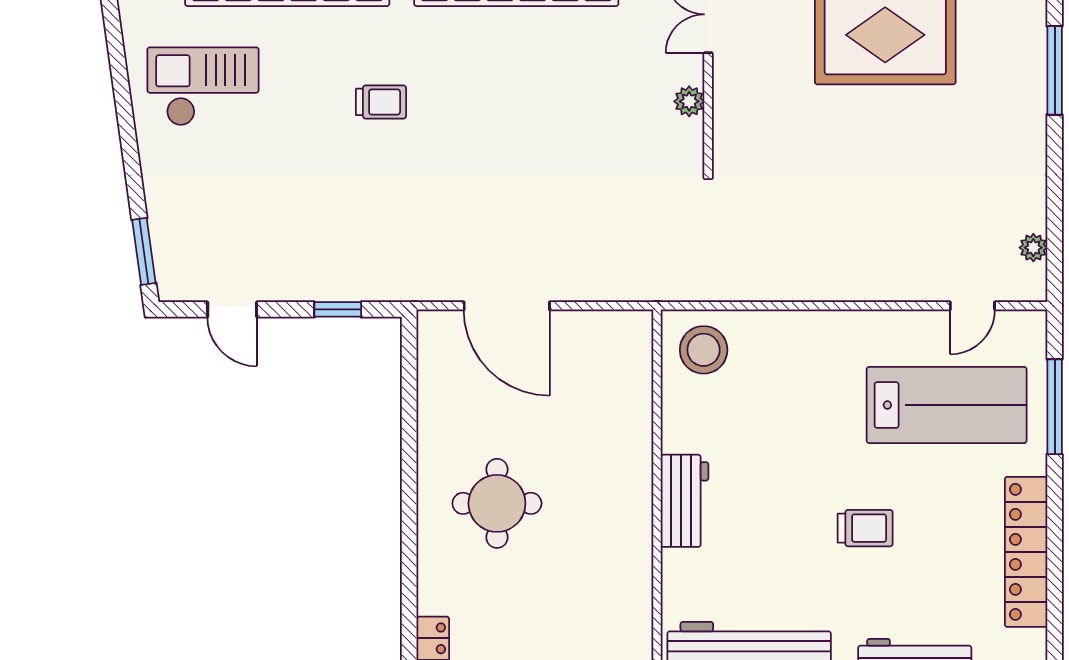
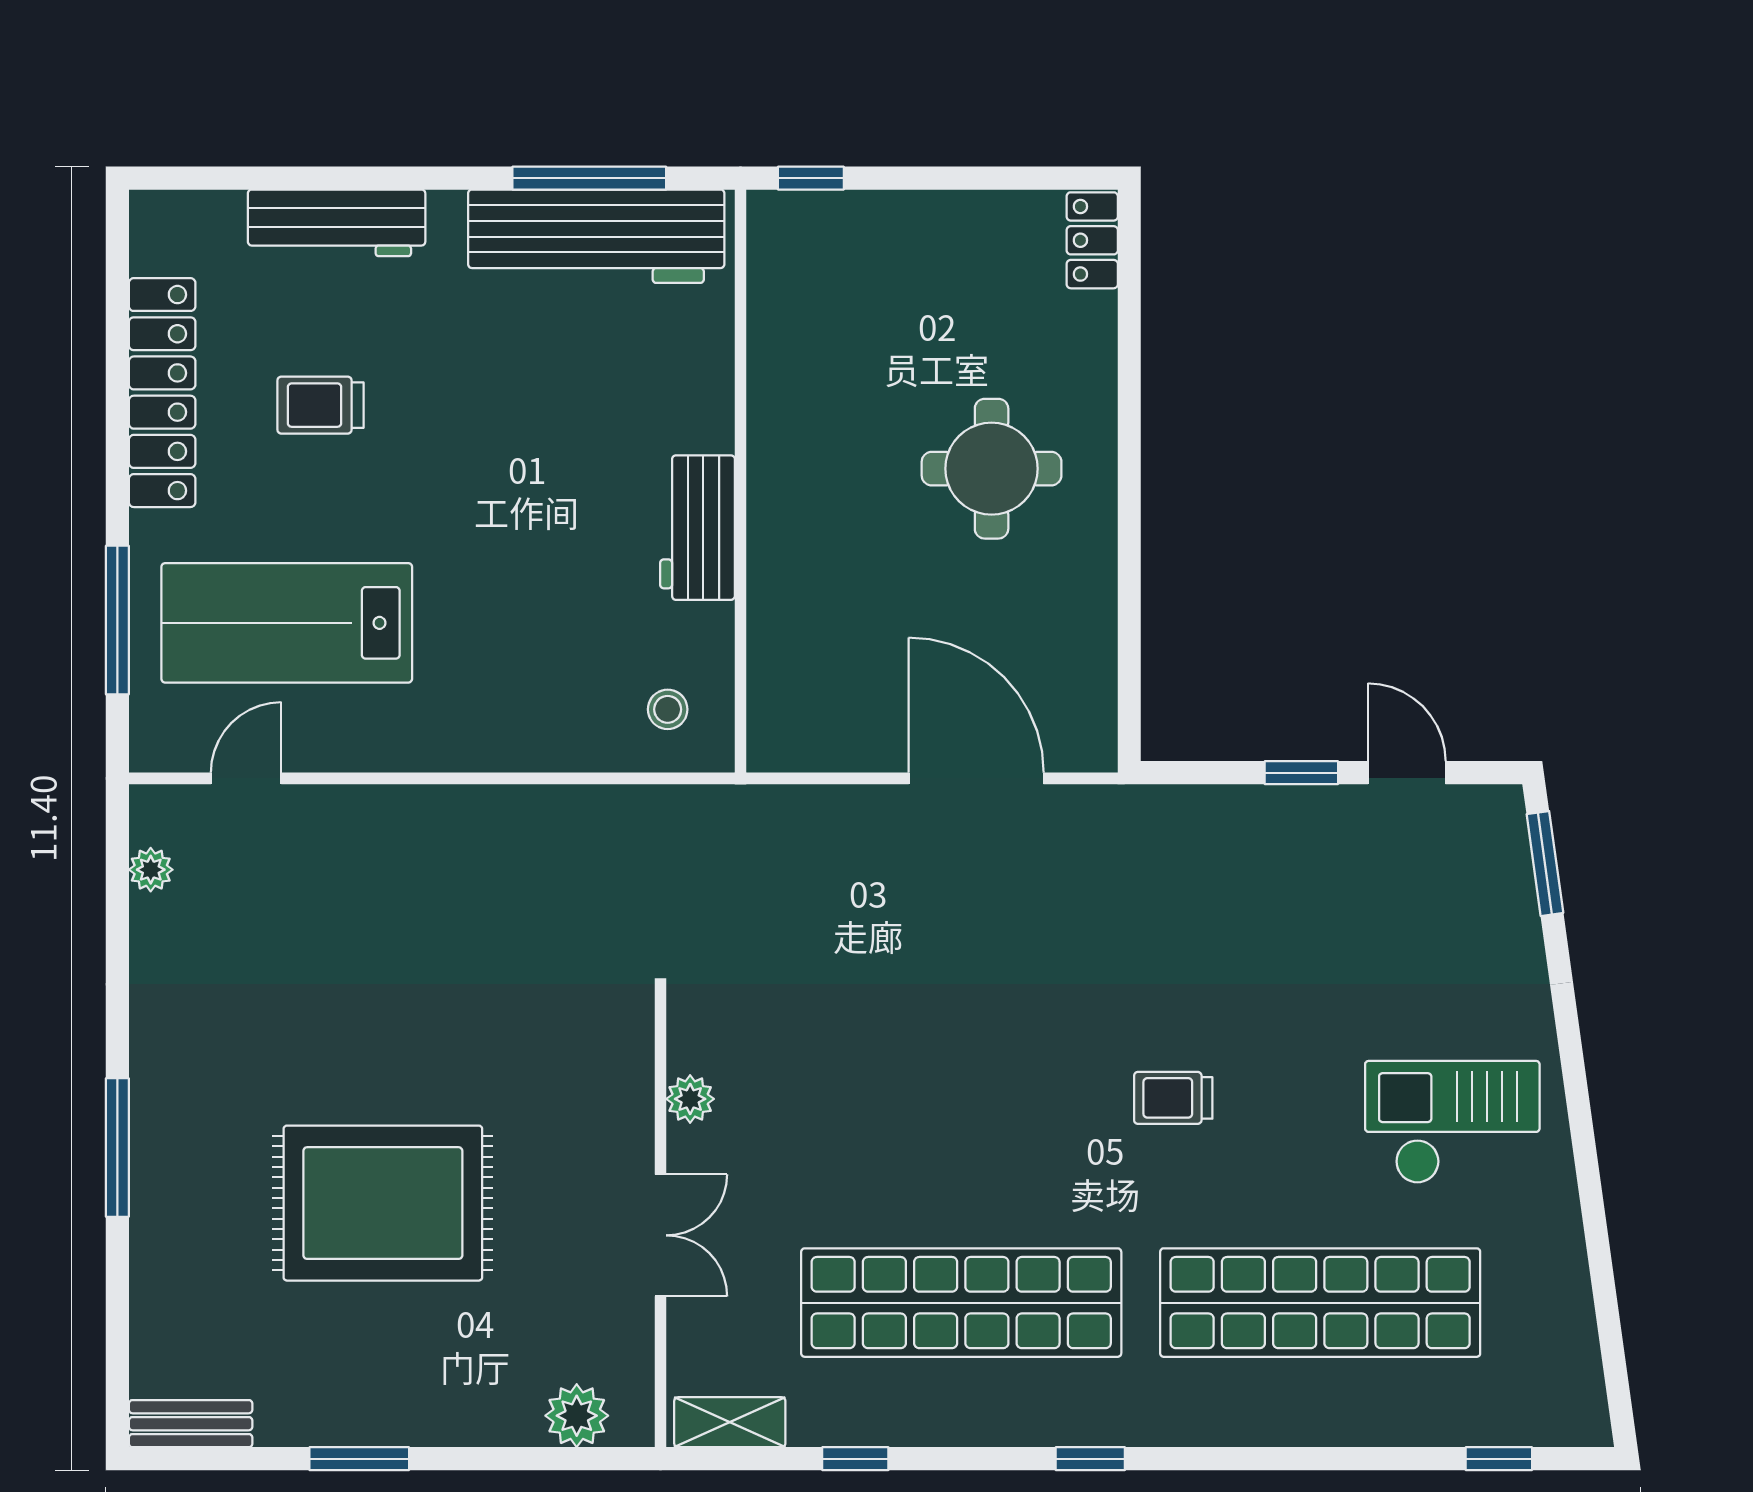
checkout: (203, 86) -> (1452, 1122), turned 180
window: (338, 309) -> (1301, 773), moved
stool: (704, 350) -> (668, 709), width x0.53, depth x0.53
workbench: (685, 501) -> (697, 528), moved
trolley: (865, 528) -> (321, 405), moved

